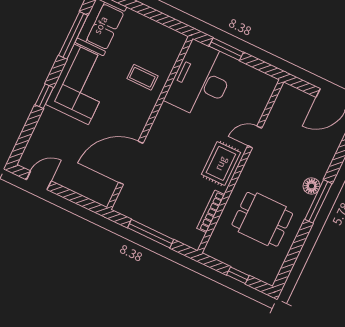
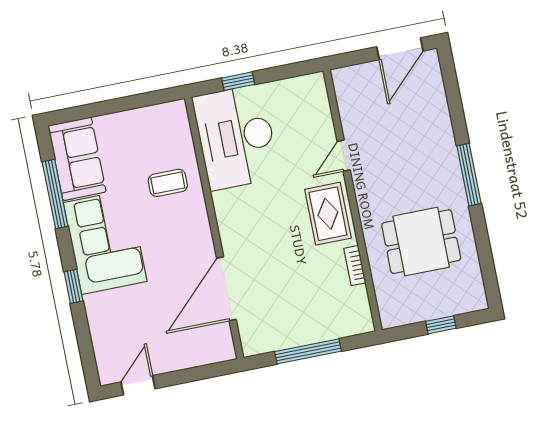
window: (226, 49) -> (238, 81), width x0.67
floor lamp: (311, 186) -> (448, 163), removed
bookcase: (211, 211) -> (355, 266), width x0.64

